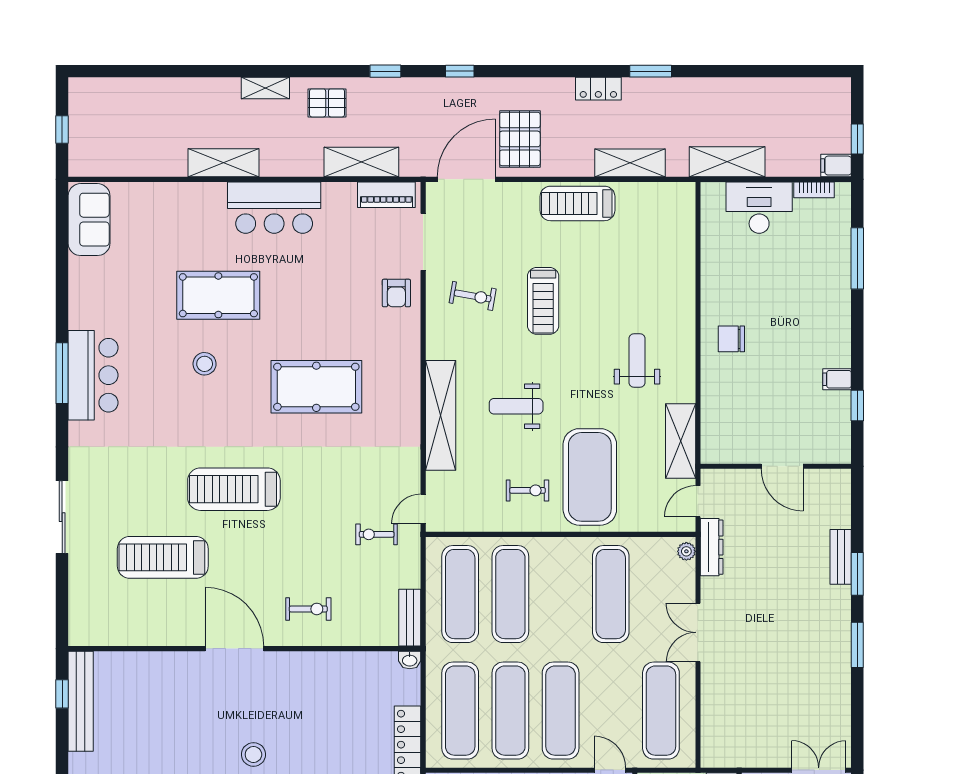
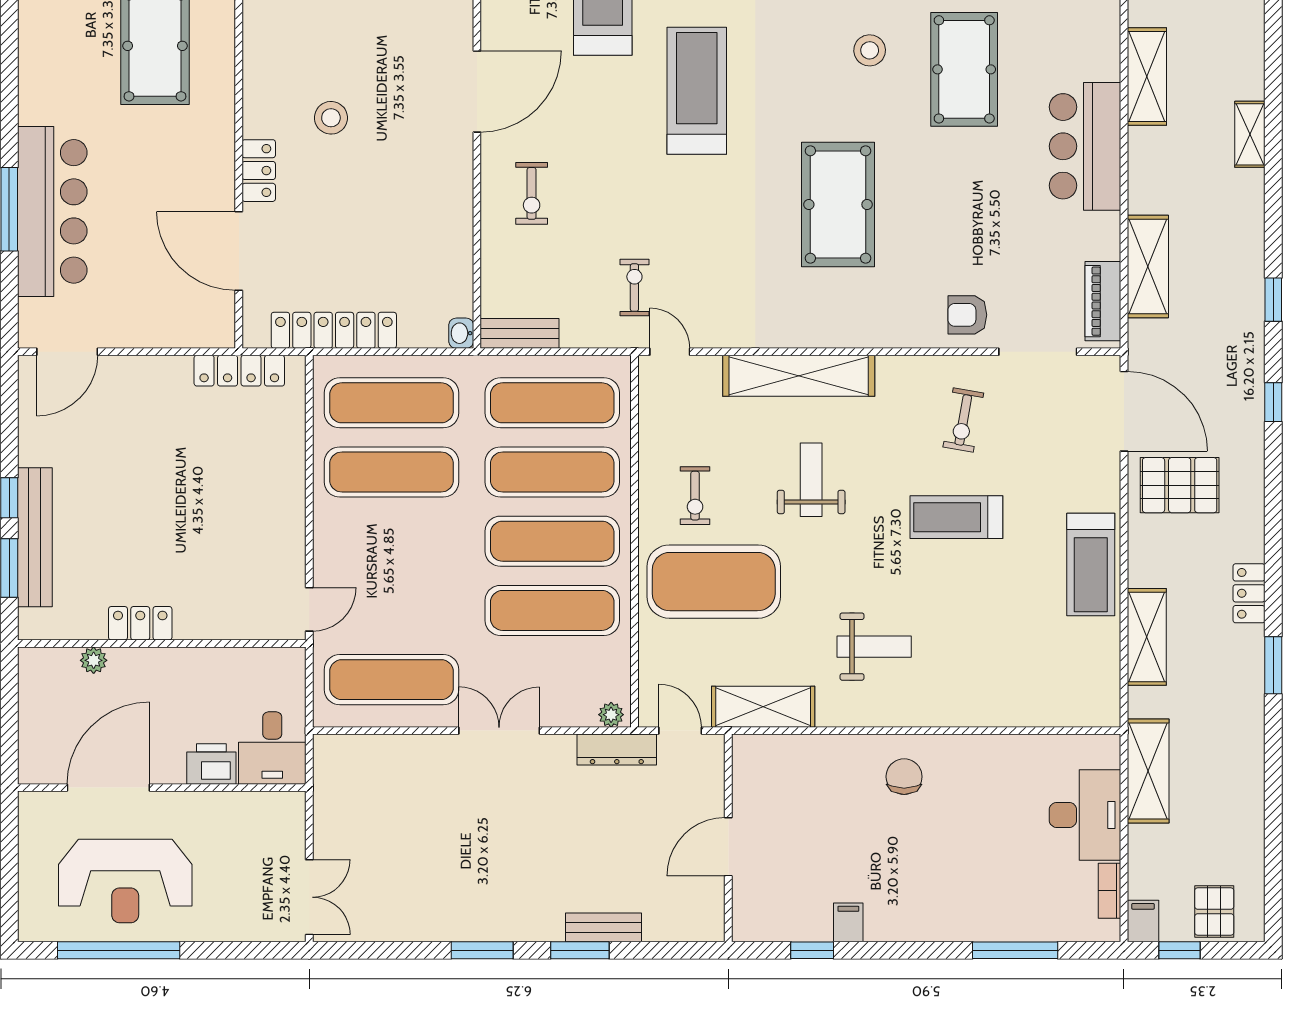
pallet: (327, 103) -> (1214, 911), moved
treadmill: (577, 203) -> (1091, 564), turned 180
exercise mat: (561, 711) -> (552, 541), moved

